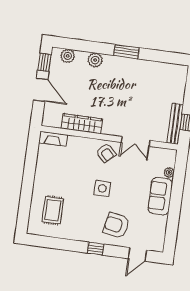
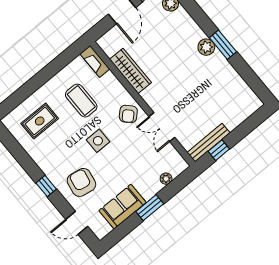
plant: (95, 60) -> (206, 47), moved
coffee table: (67, 172) -> (81, 101), added
sofa: (160, 196) -> (123, 207), moved
window: (176, 201) -> (150, 208), added

